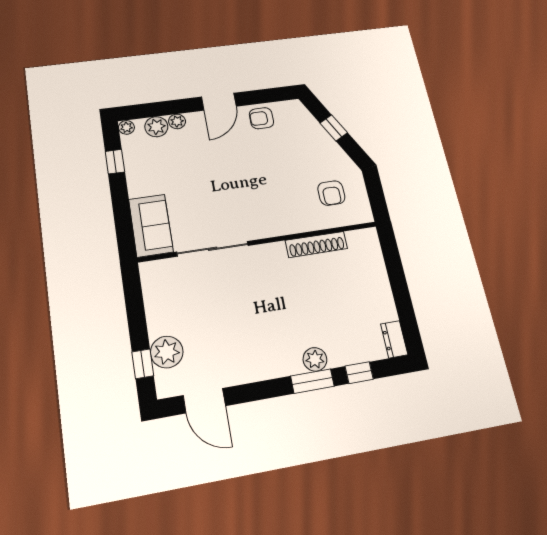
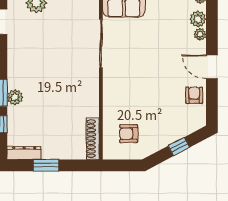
shoe rack: (316, 244) -> (93, 139), moved
window: (402, 297) -> (46, 165), added
dresser: (394, 339) -> (24, 153), width x1.44

